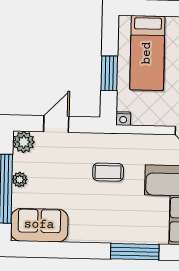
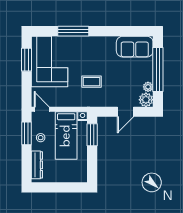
bed: (147, 53) -> (66, 136), moved, turned 180
window: (109, 73) -> (92, 135), moved
plant: (20, 180) -> (148, 87), moved

